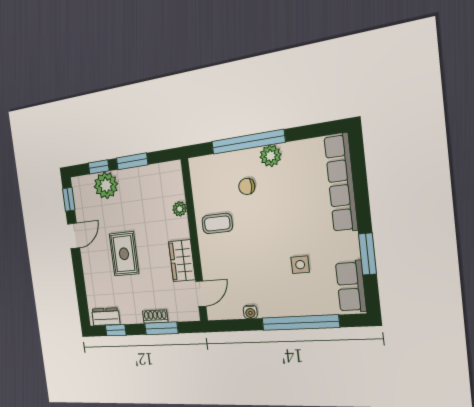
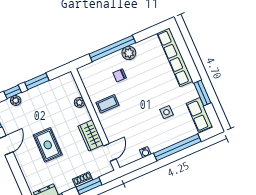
plant: (106, 185) -> (16, 101), width x0.53, depth x0.53

